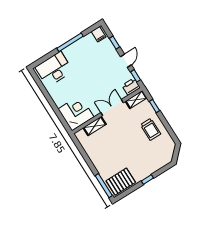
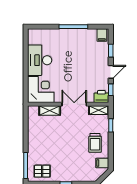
desk: (54, 69) -> (40, 60), moved, turned -90
filing cabinet: (167, 142) -> (102, 163), added
pallet: (121, 182) -> (42, 171), width x0.67, depth x0.71

